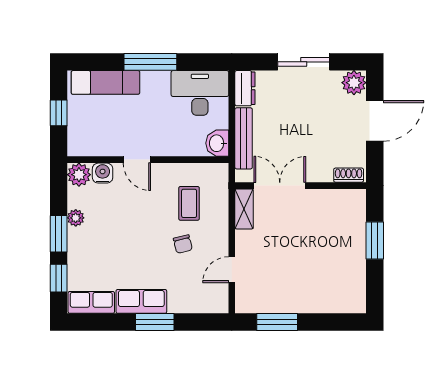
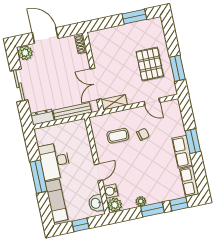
desk: (200, 93) -> (55, 161), moved
washbasin: (217, 143) -> (96, 203), moved, turned 90
window: (375, 240) -> (134, 17), moved
pallet: (293, 279) -> (150, 64), added

